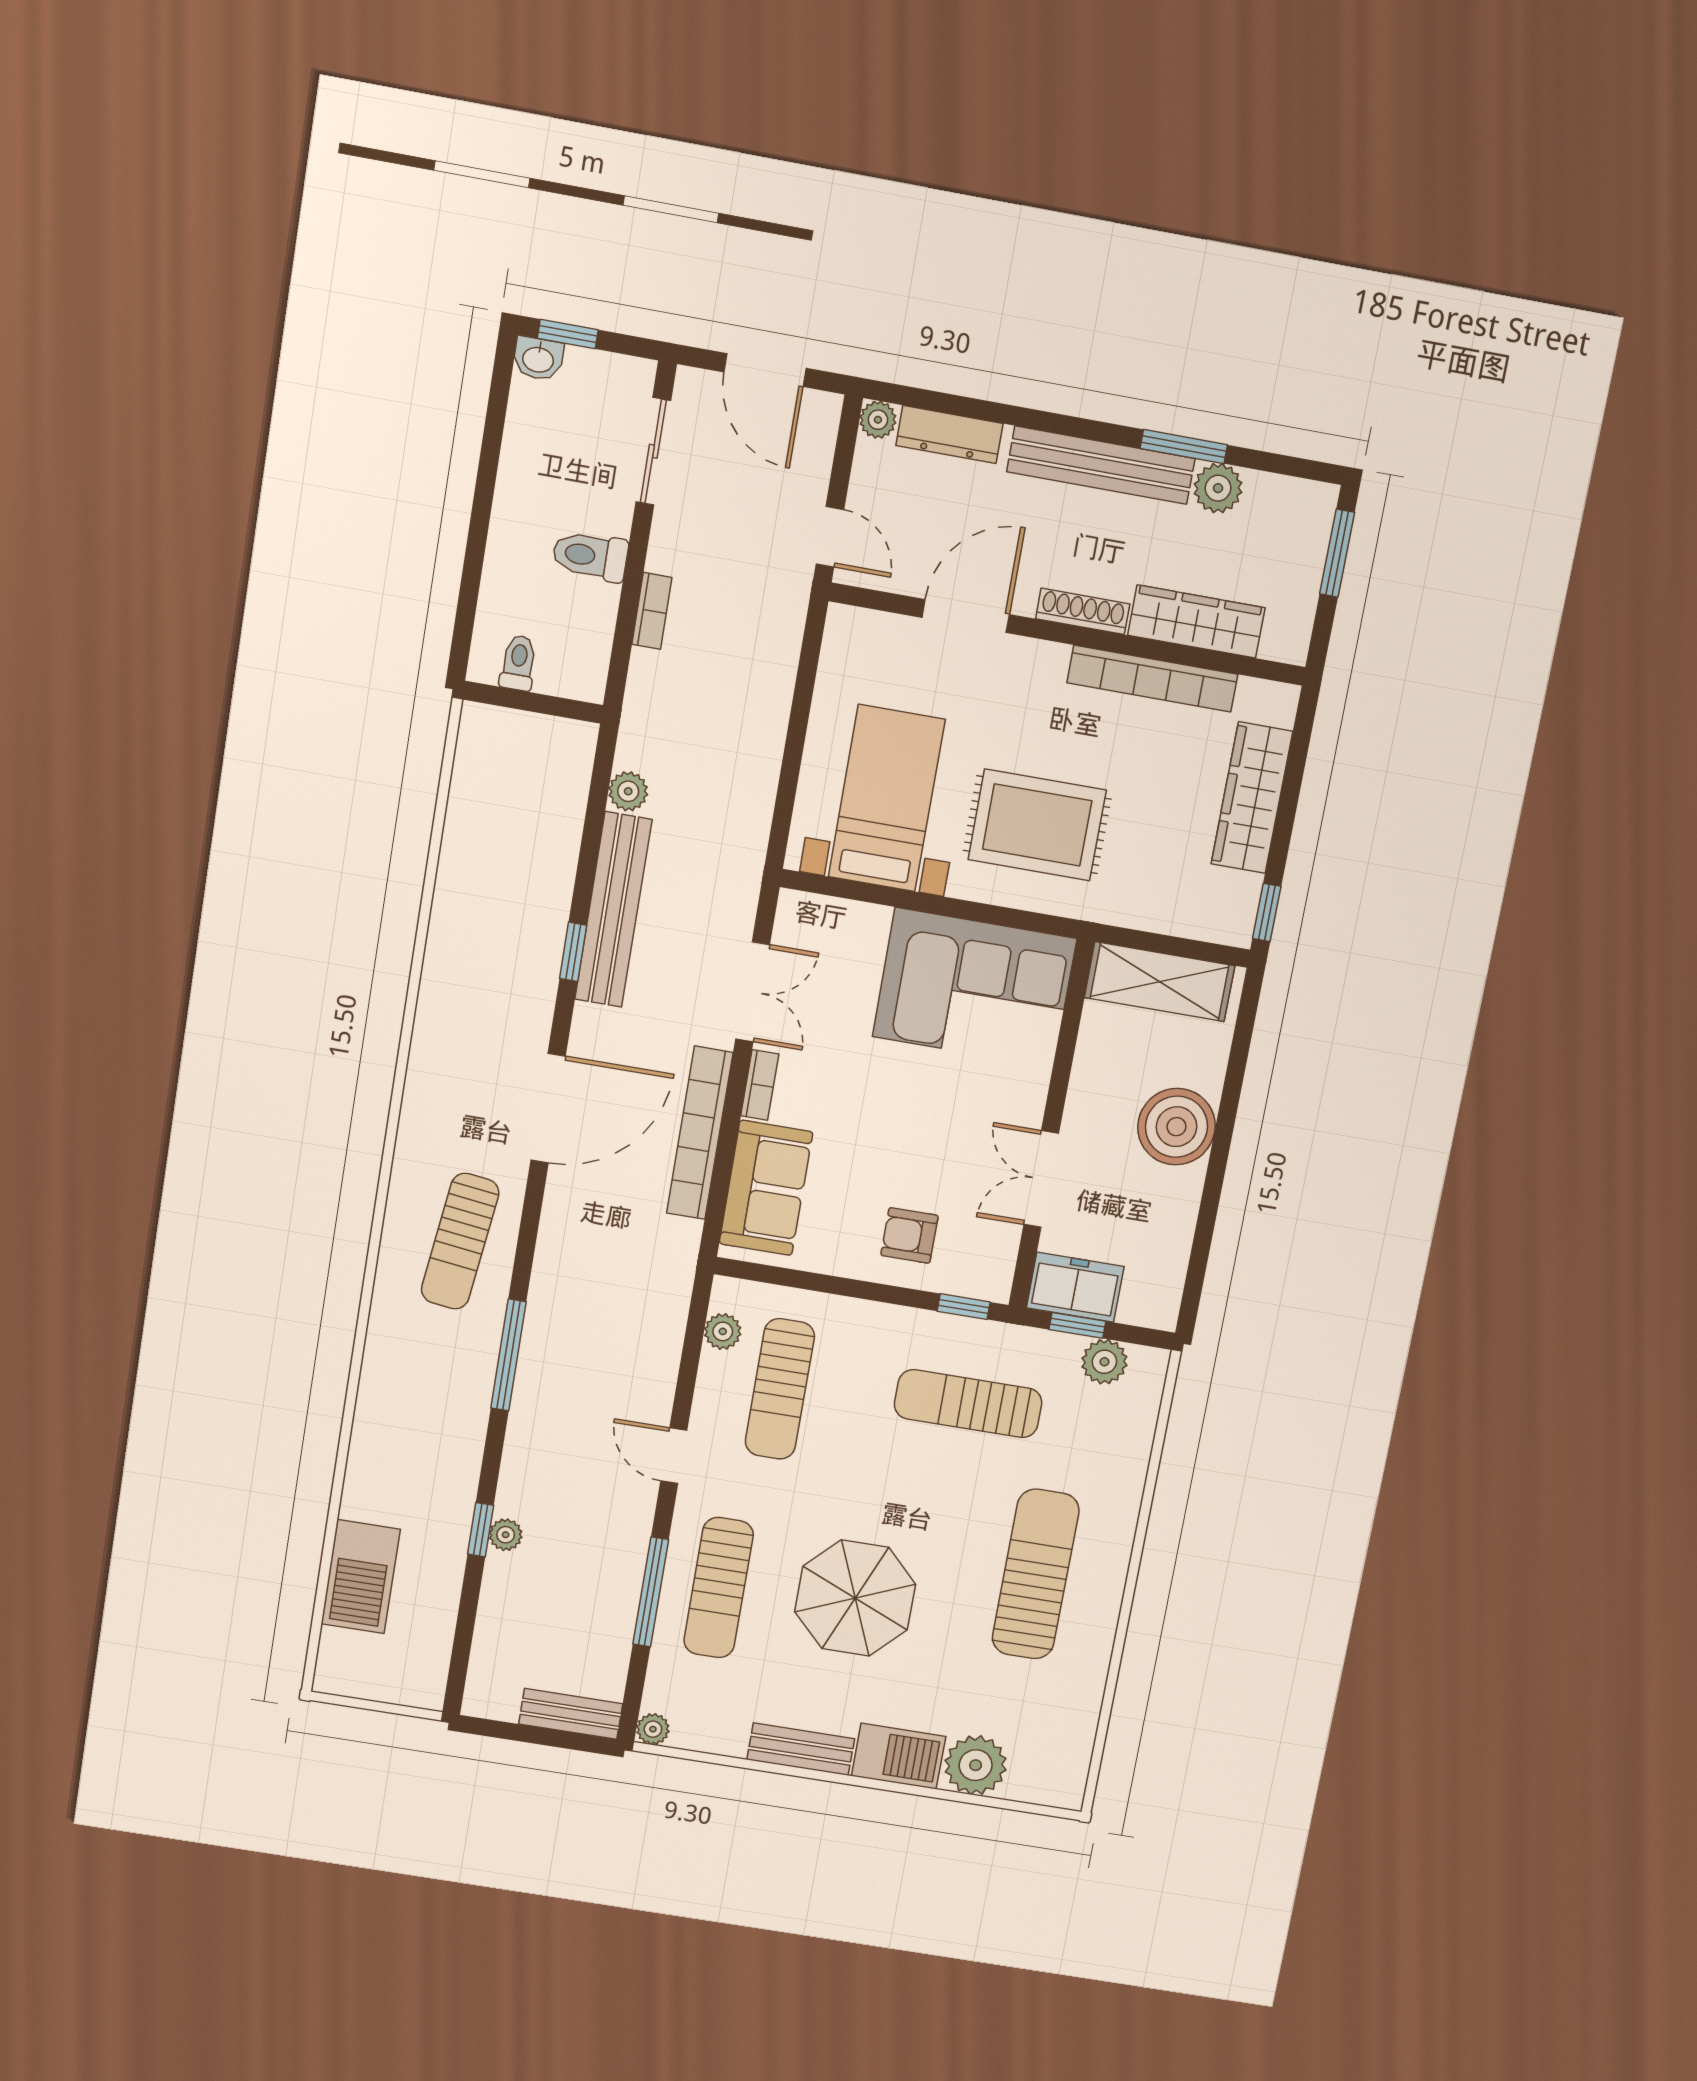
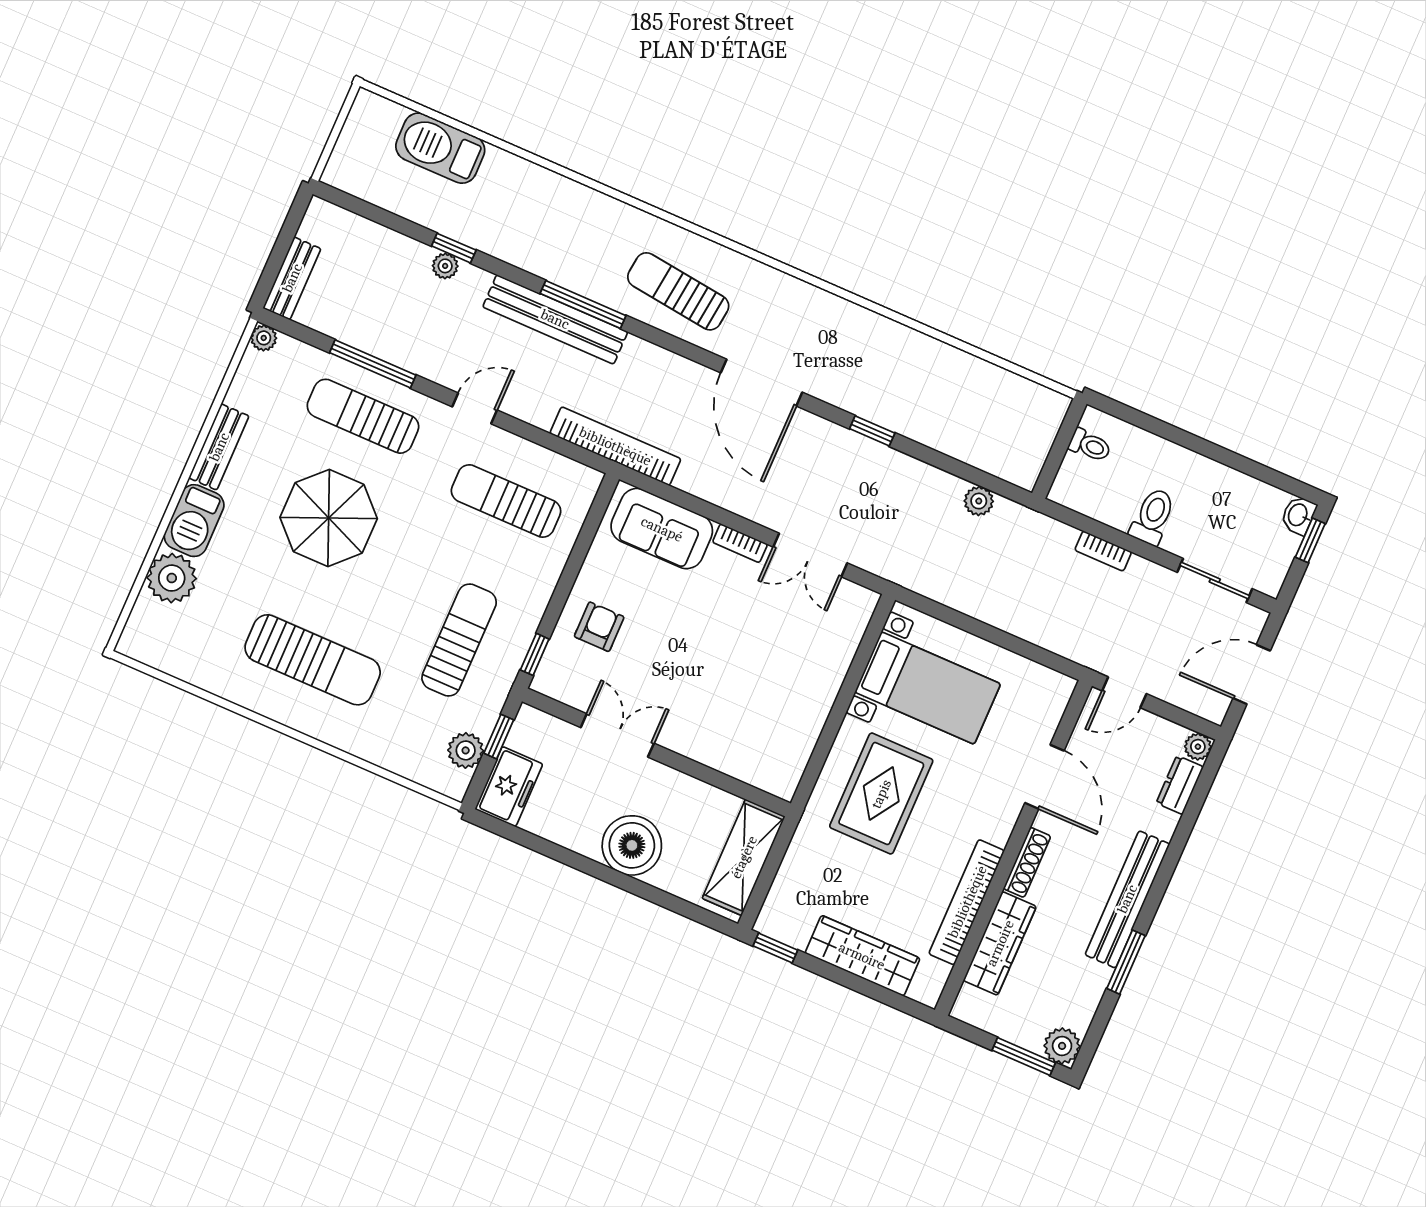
dresser: (949, 434) -> (1180, 785), width x0.70
plant: (1218, 488) -> (1062, 1046), moved
bench: (613, 910) -> (555, 319), moved
corner sofa: (975, 988) -> (773, 719), removed
bookcase: (700, 1133) -> (615, 446), moved
freezer: (1075, 1287) -> (509, 787), moved
plant: (723, 1331) -> (561, 469), removed

